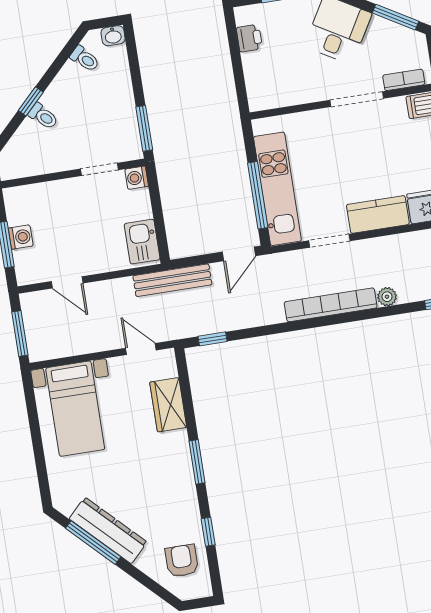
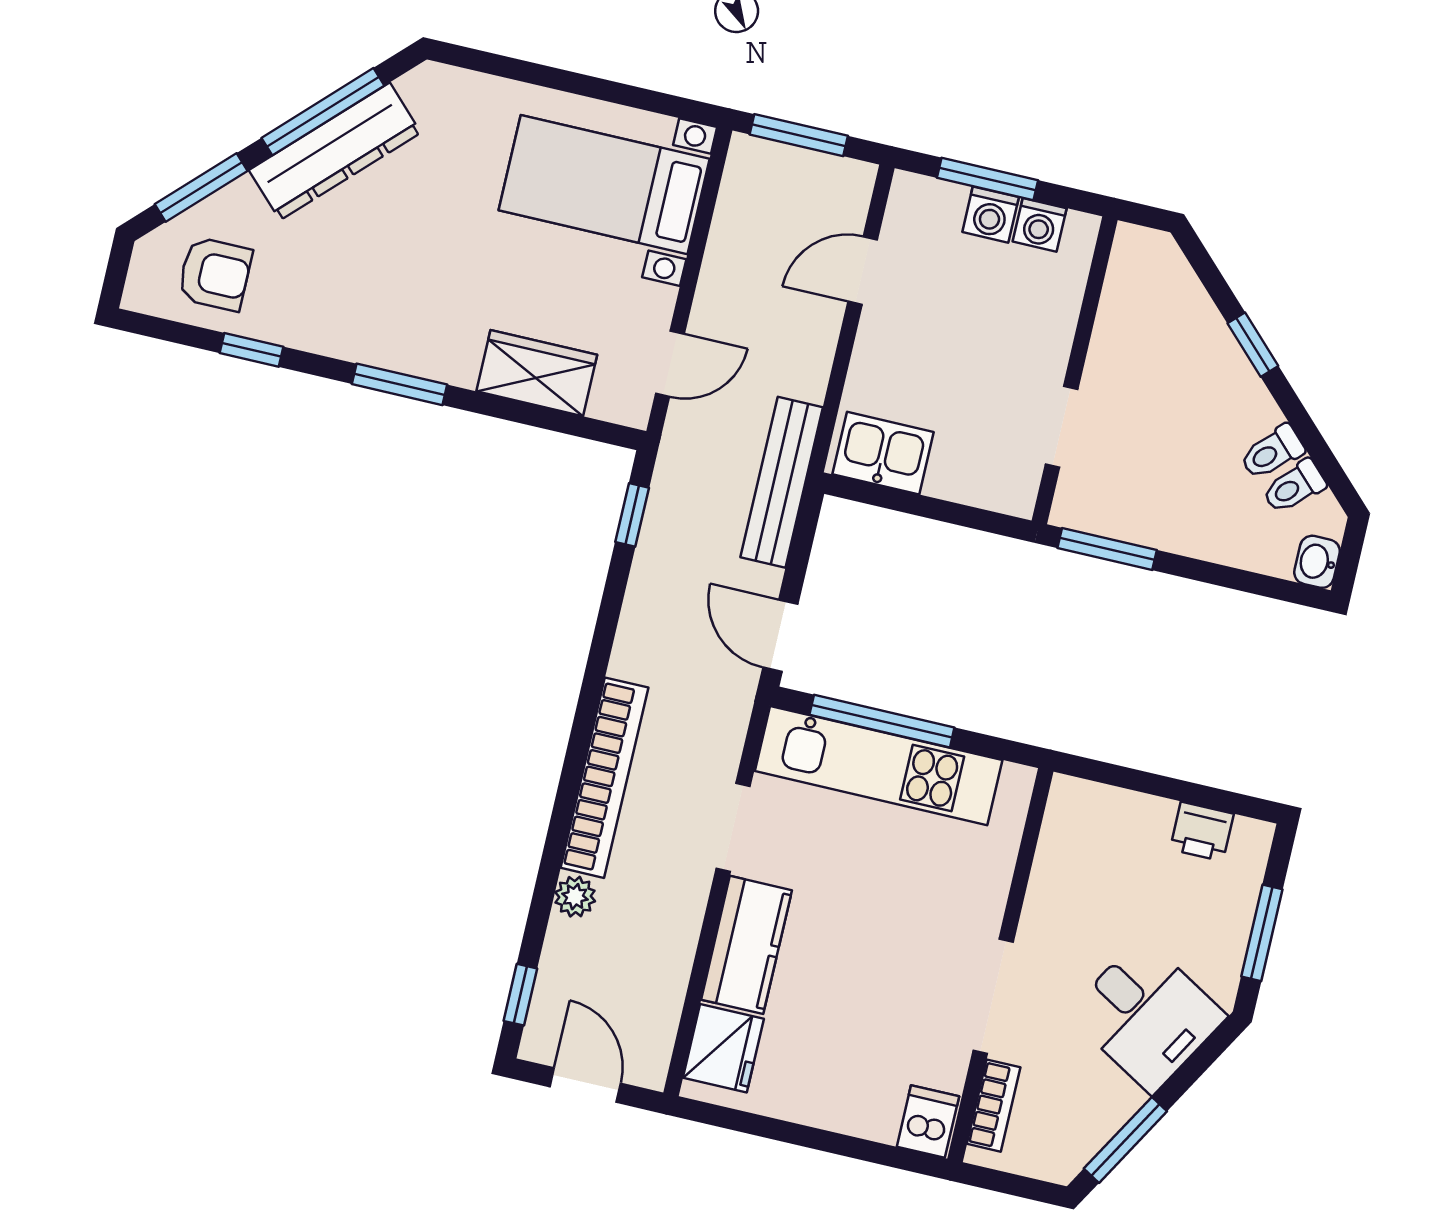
toilet: (43, 116) -> (1272, 452), moved
washing machine: (137, 178) -> (1040, 225), moved, turned 180
window: (147, 582) -> (201, 188), added

